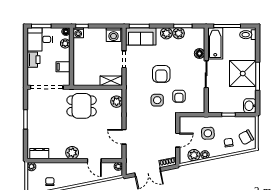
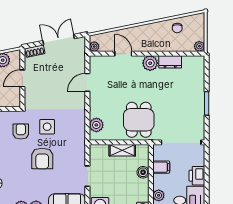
boiler: (78, 63) -> (143, 172), added
armchair: (161, 74) -> (42, 158), turned 180
shelving: (111, 81) -> (122, 150), moved
dining table: (82, 106) -> (139, 120), turned 90
door: (124, 137) -> (87, 82), swing flipped
dresser: (39, 154) -> (170, 62), moved

